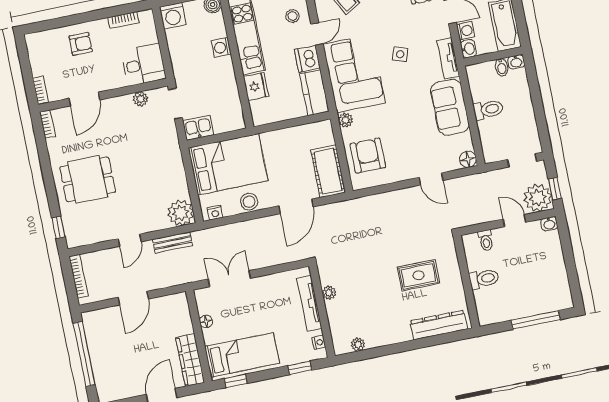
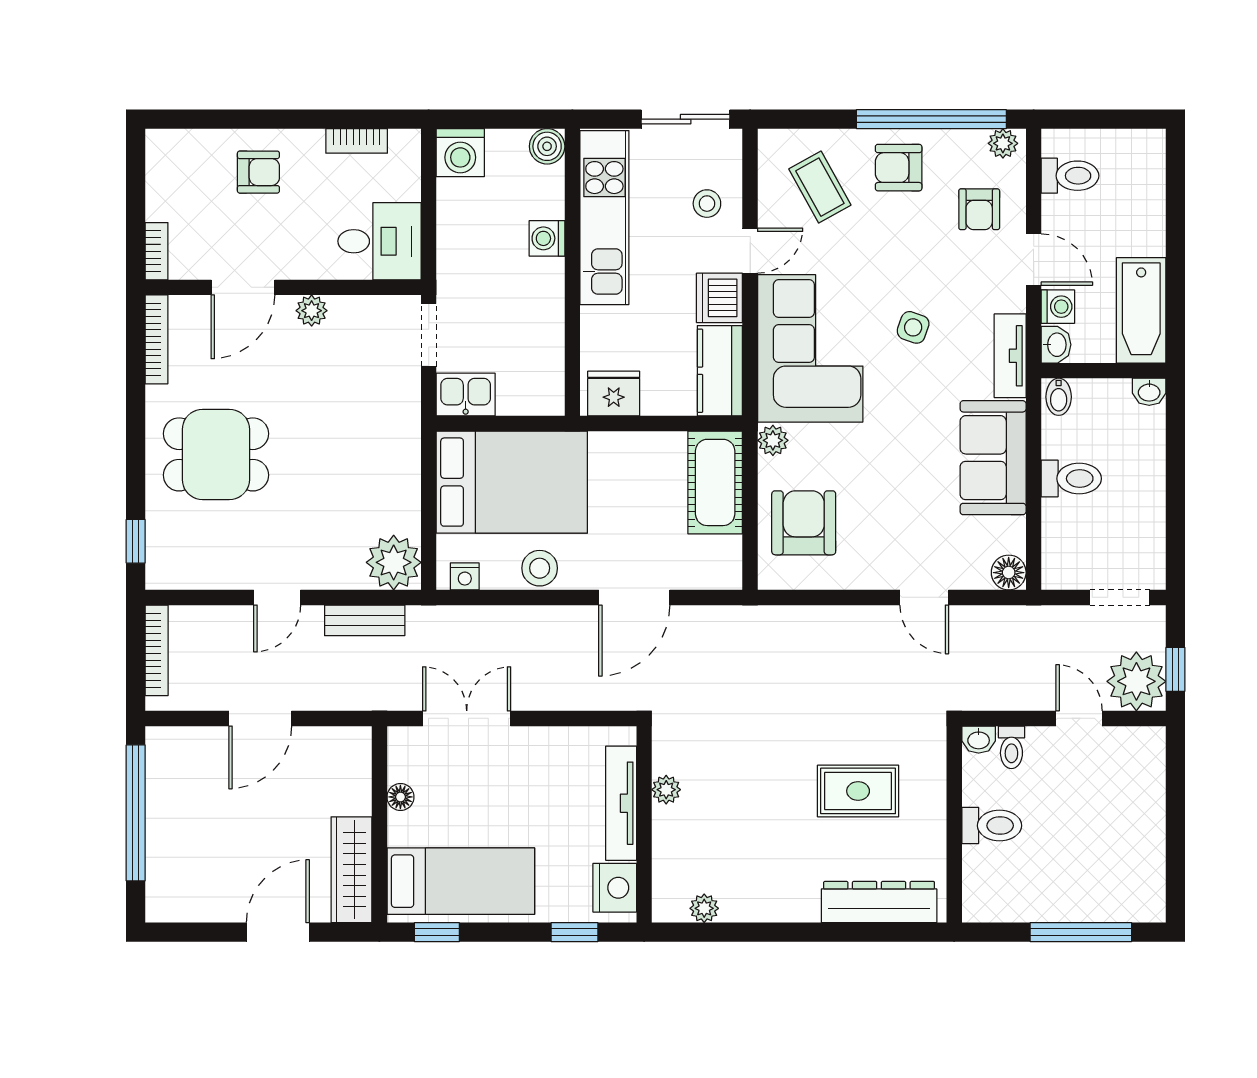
bidet: (502, 67) -> (1059, 397), moved
fridge: (256, 86) -> (614, 394), moved, turned -90
plant: (140, 99) -> (312, 311), moved
bookcase: (47, 124) -> (156, 339), width x1.56
cot: (328, 171) -> (715, 482), moved
washbasin: (549, 224) -> (979, 740), moved
nightstand: (319, 342) -> (615, 888), width x1.89, depth x1.79

